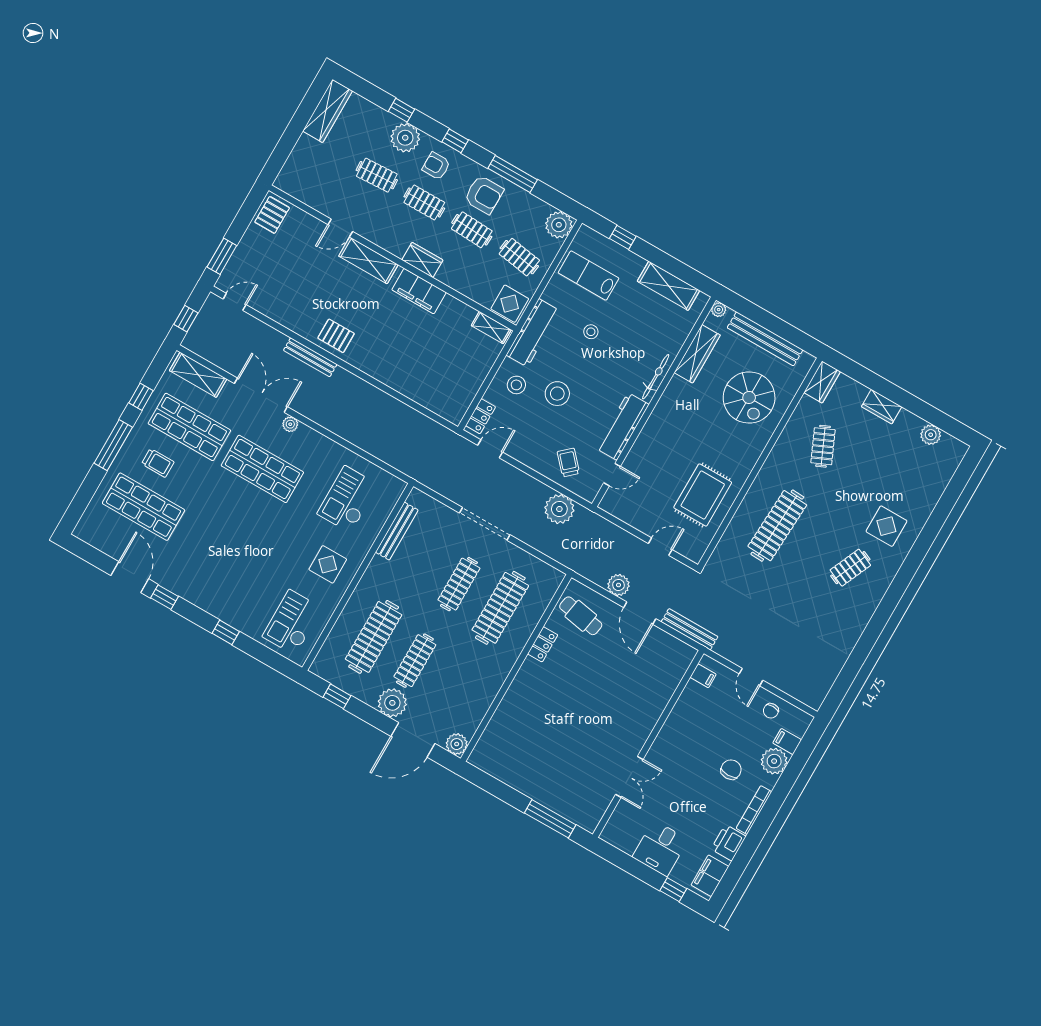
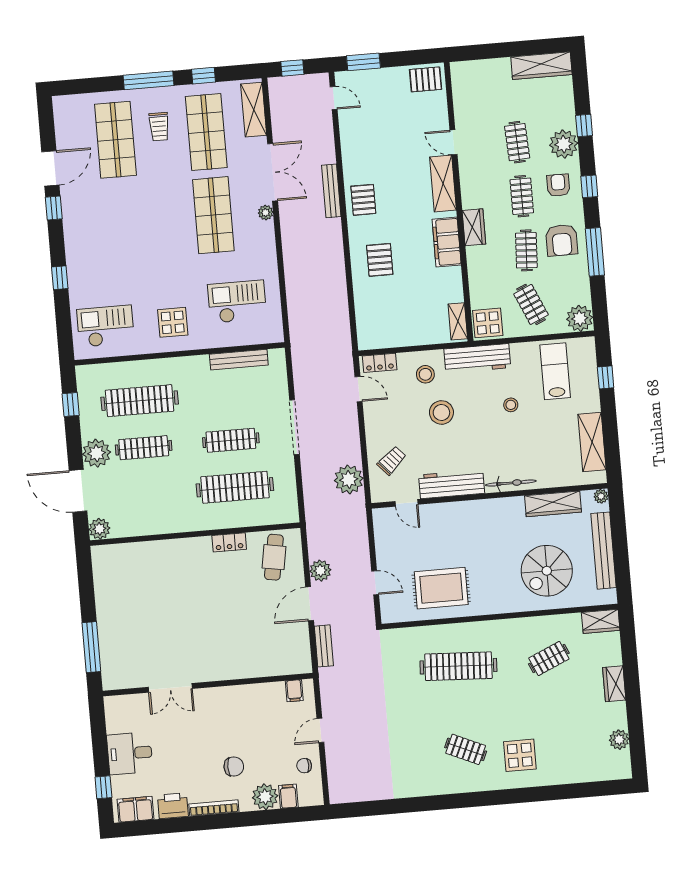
clothes rail: (519, 257) -> (531, 304), turned -33
pallet: (395, 357) -> (380, 260), added
bench: (690, 629) -> (324, 646), width x0.73

